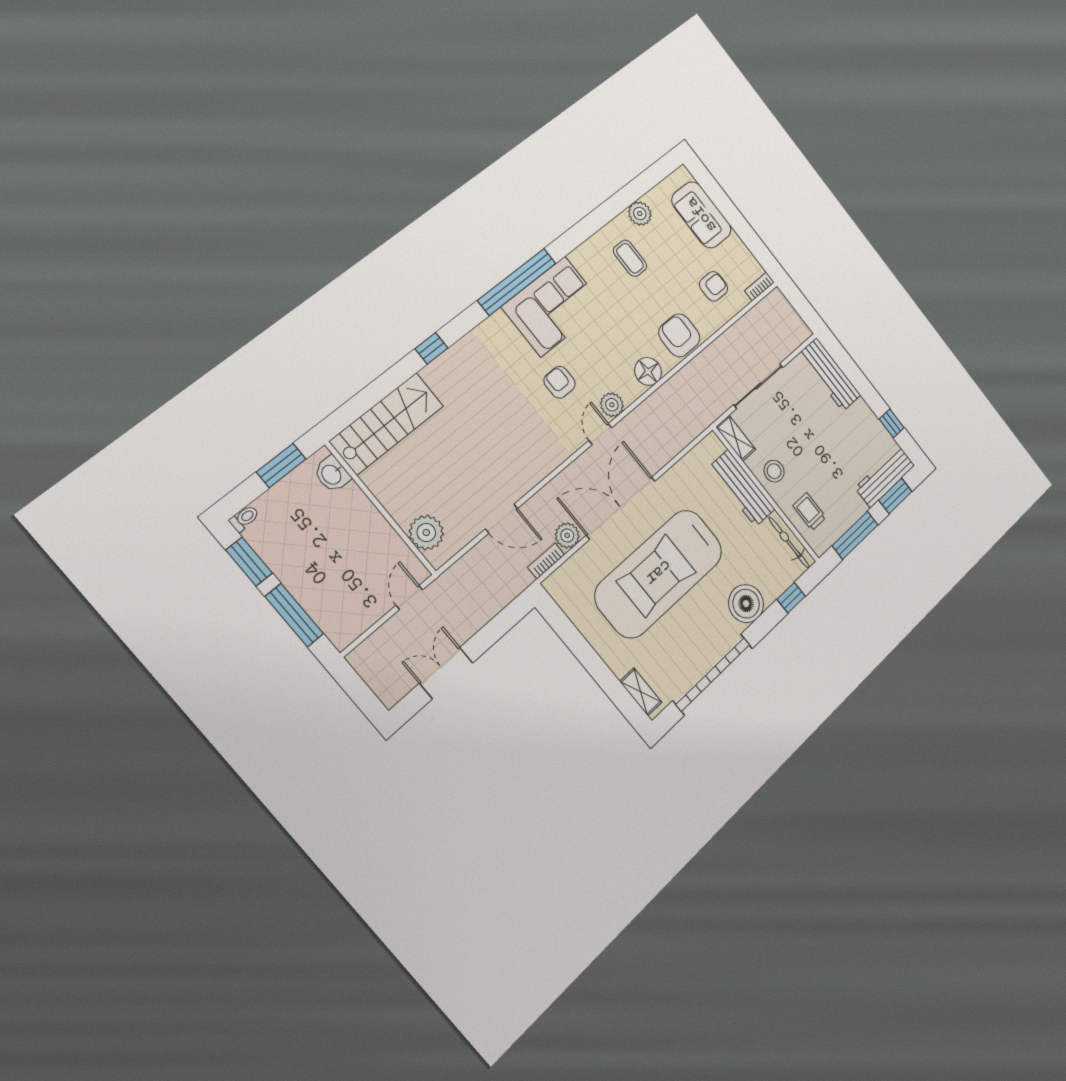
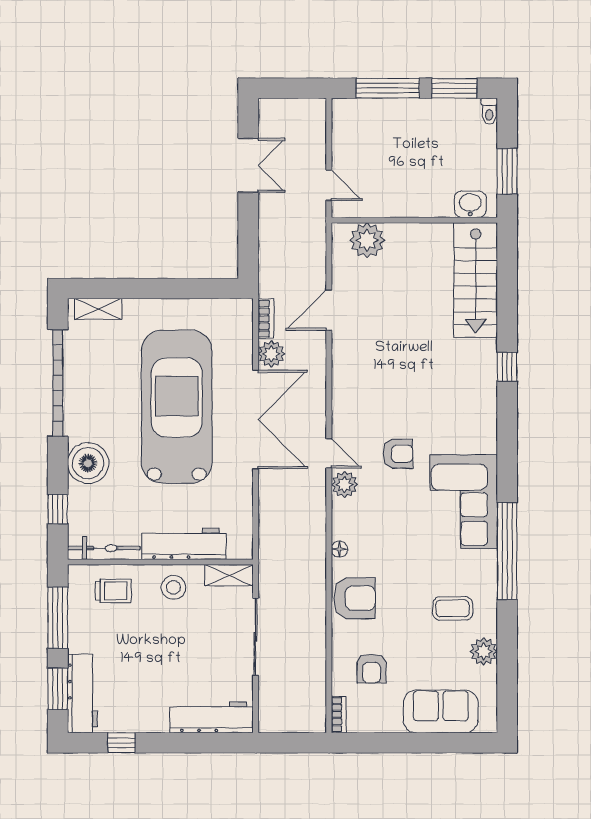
window: (517, 282) -> (507, 551), moved
floor lamp: (648, 371) -> (339, 549), width x0.53, depth x0.53

